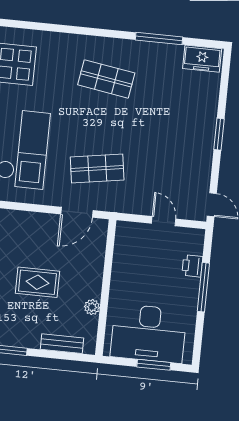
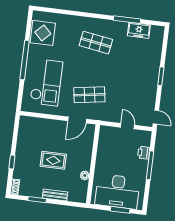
freezer: (202, 59) -> (139, 30), moved
bench: (62, 344) -> (55, 195), moved

